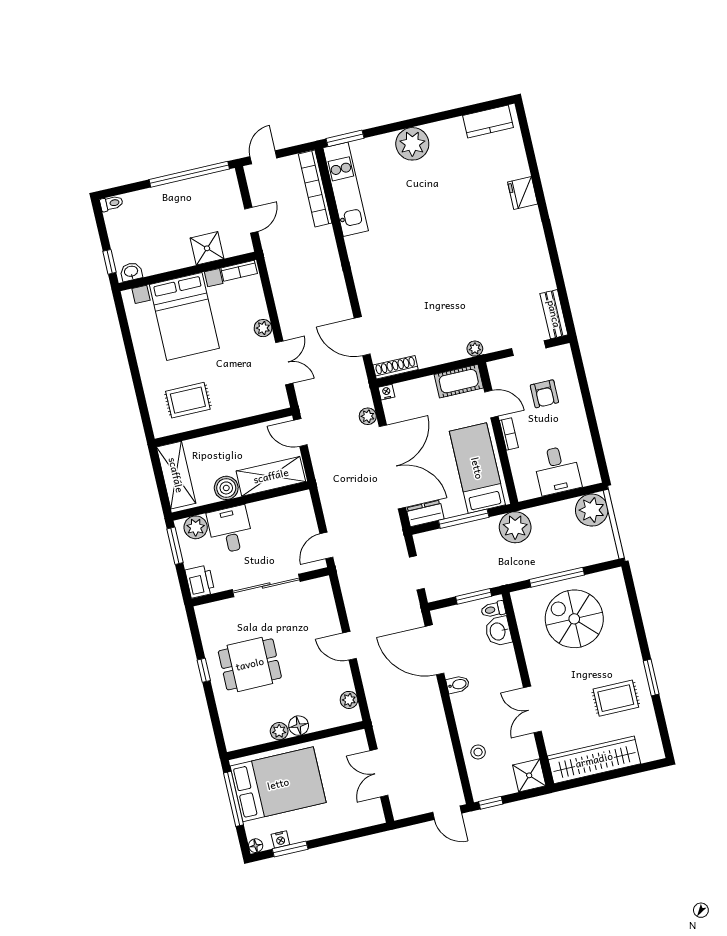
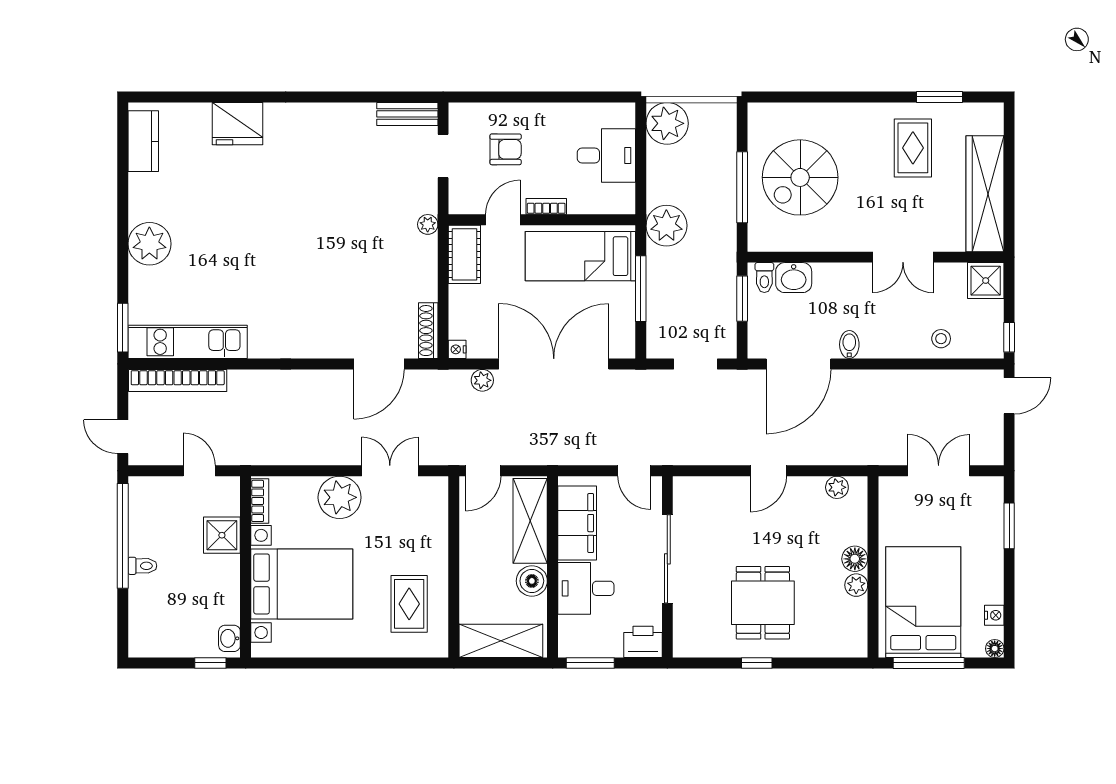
fridge: (523, 193) -> (238, 124), width x1.36, depth x1.34
toilet: (111, 203) -> (142, 566), moved, turned 90
plant: (263, 328) -> (340, 497), width x1.88, depth x1.88
filing cabinet: (277, 512) -> (577, 523), added
dresser: (425, 513) -> (623, 336), removed
plant: (196, 527) -> (573, 631), removed
window: (651, 677) -> (940, 97), moved
double door: (379, 773) -> (939, 471), swing flipped
window: (290, 849) -> (1009, 526), moved

